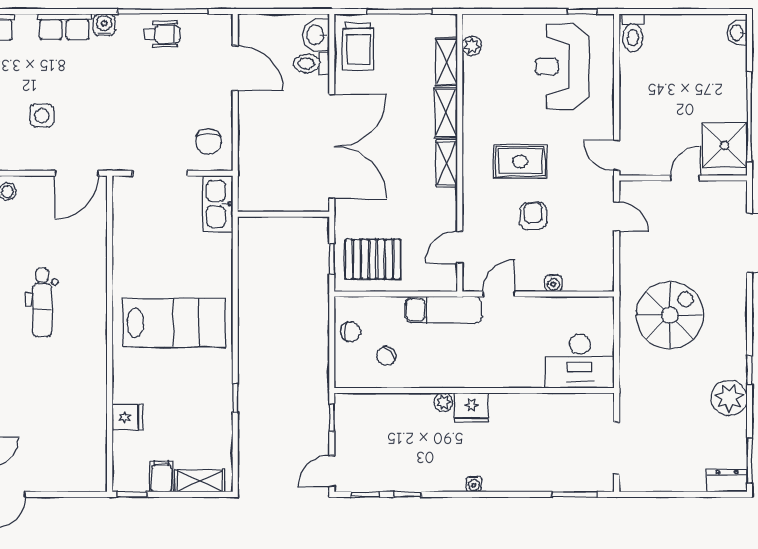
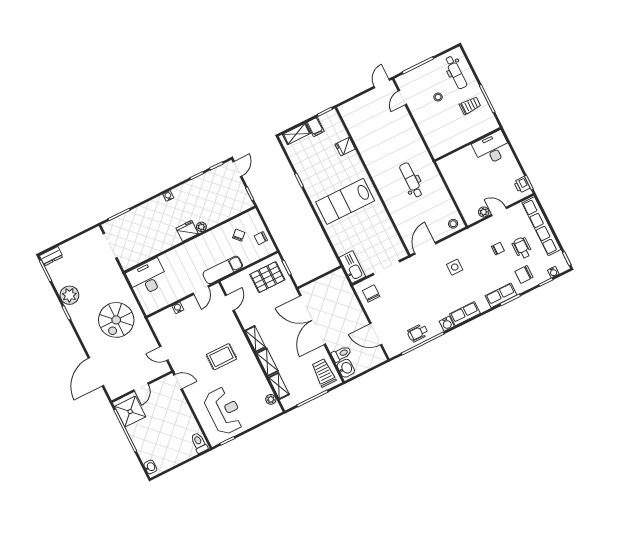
armchair: (533, 216) -> (203, 334), removed

